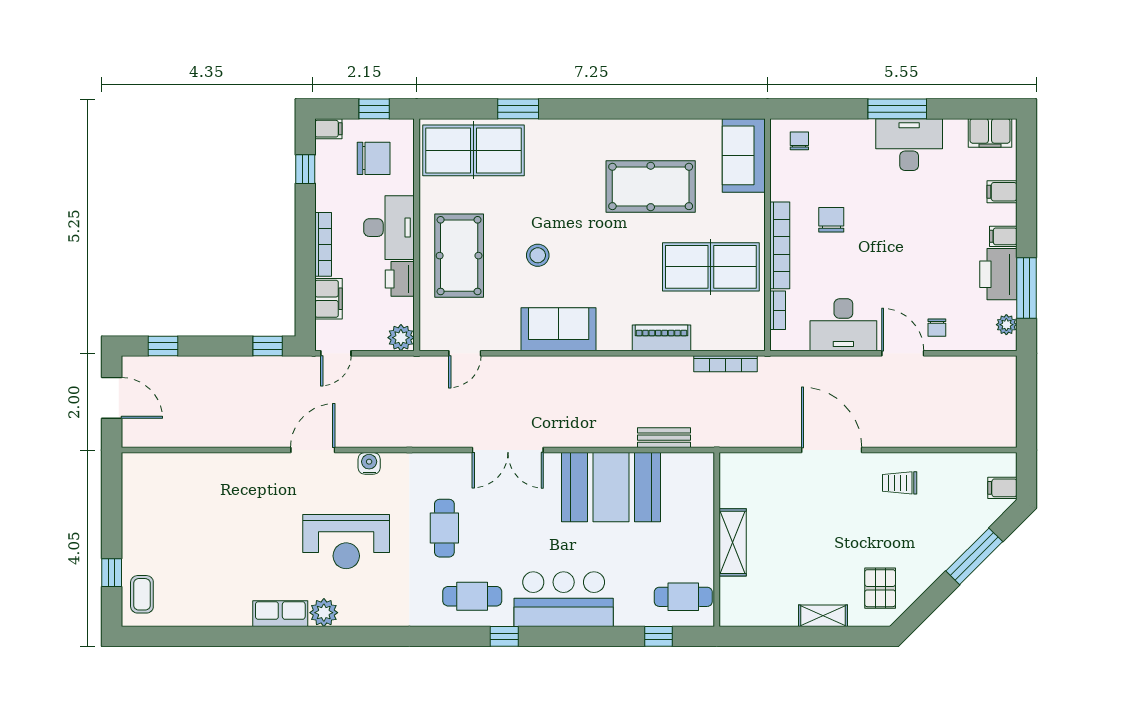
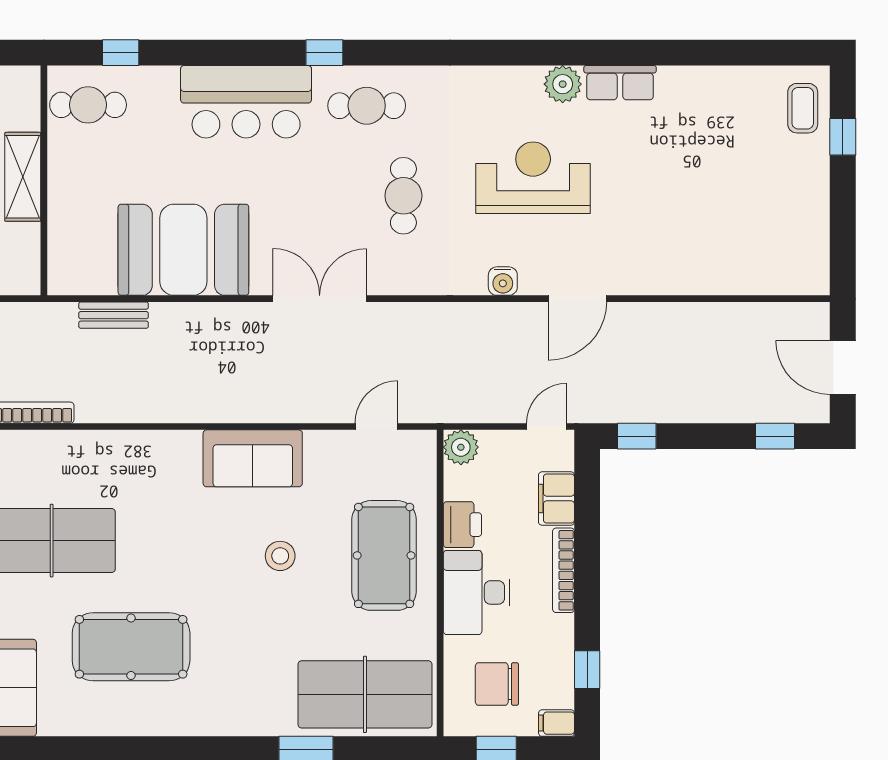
piano: (661, 338) -> (117, 447), removed

